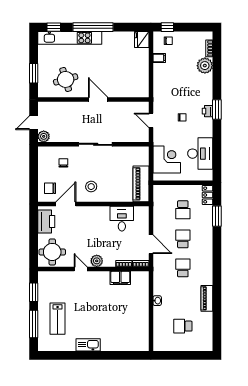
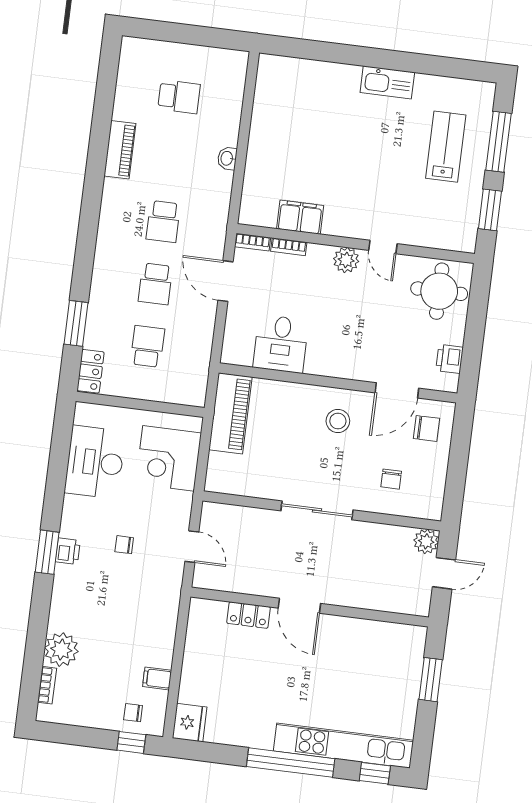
round table: (66, 79) -> (364, 658), removed
locker: (121, 92) -> (249, 615), added
printer: (46, 221) -> (449, 359), width x0.53, depth x0.68

